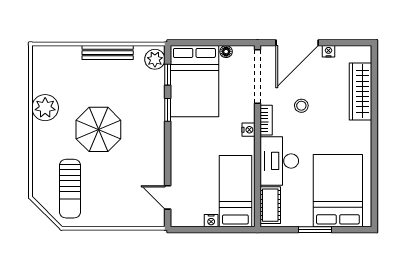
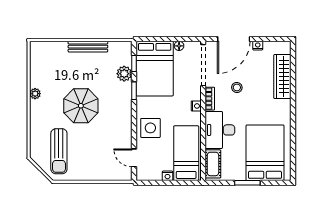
plant: (155, 59) -> (124, 74), moved
plant: (45, 108) -> (35, 94), width x0.53, depth x0.53
side table: (189, 158) -> (150, 128), added

